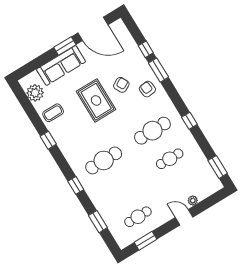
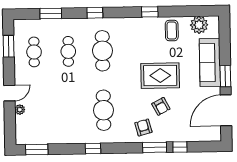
armchair: (147, 89) -> (143, 127), turned -98
cafe table: (170, 159) -> (68, 51), moved

